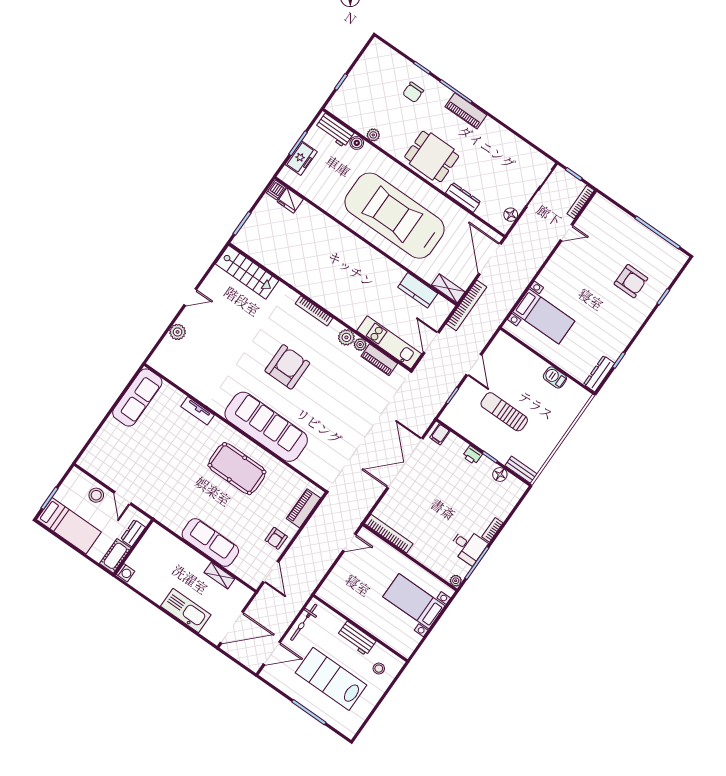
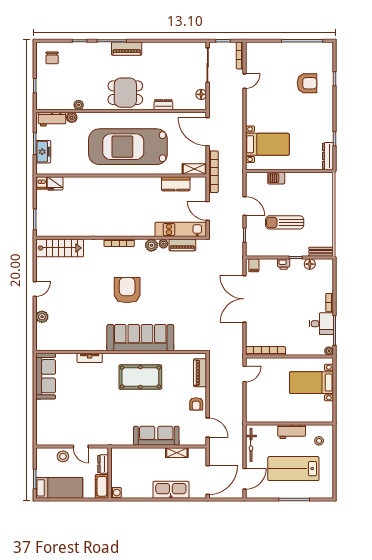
chair: (413, 92) -> (52, 58), moved
dresser: (463, 197) -> (163, 105), width x0.70
barbecue: (555, 377) -> (276, 178), moved

